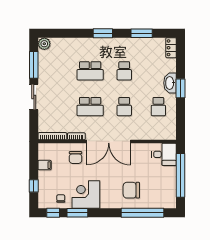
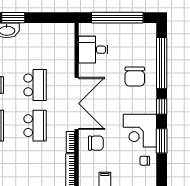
school desk: (124, 107) -> (35, 85), width x1.85
school desk: (158, 107) -> (35, 44), removed
desk: (164, 154) -> (93, 50), moved, turned -90
window: (53, 213) -> (162, 106), moved

